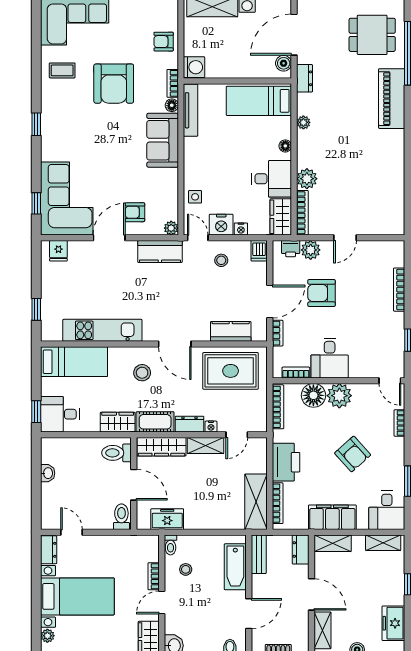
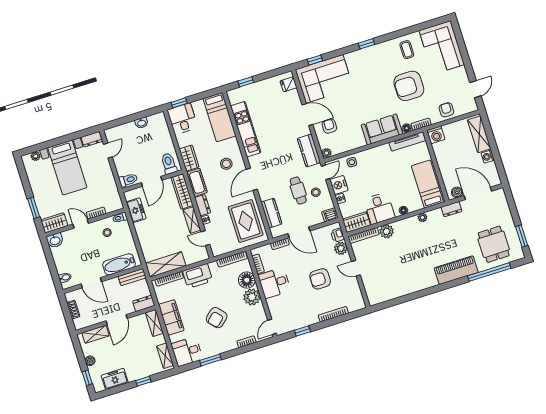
cafe table: (211, 284) -> (298, 191), added
armchair: (321, 293) -> (320, 279), moved, turned -90

